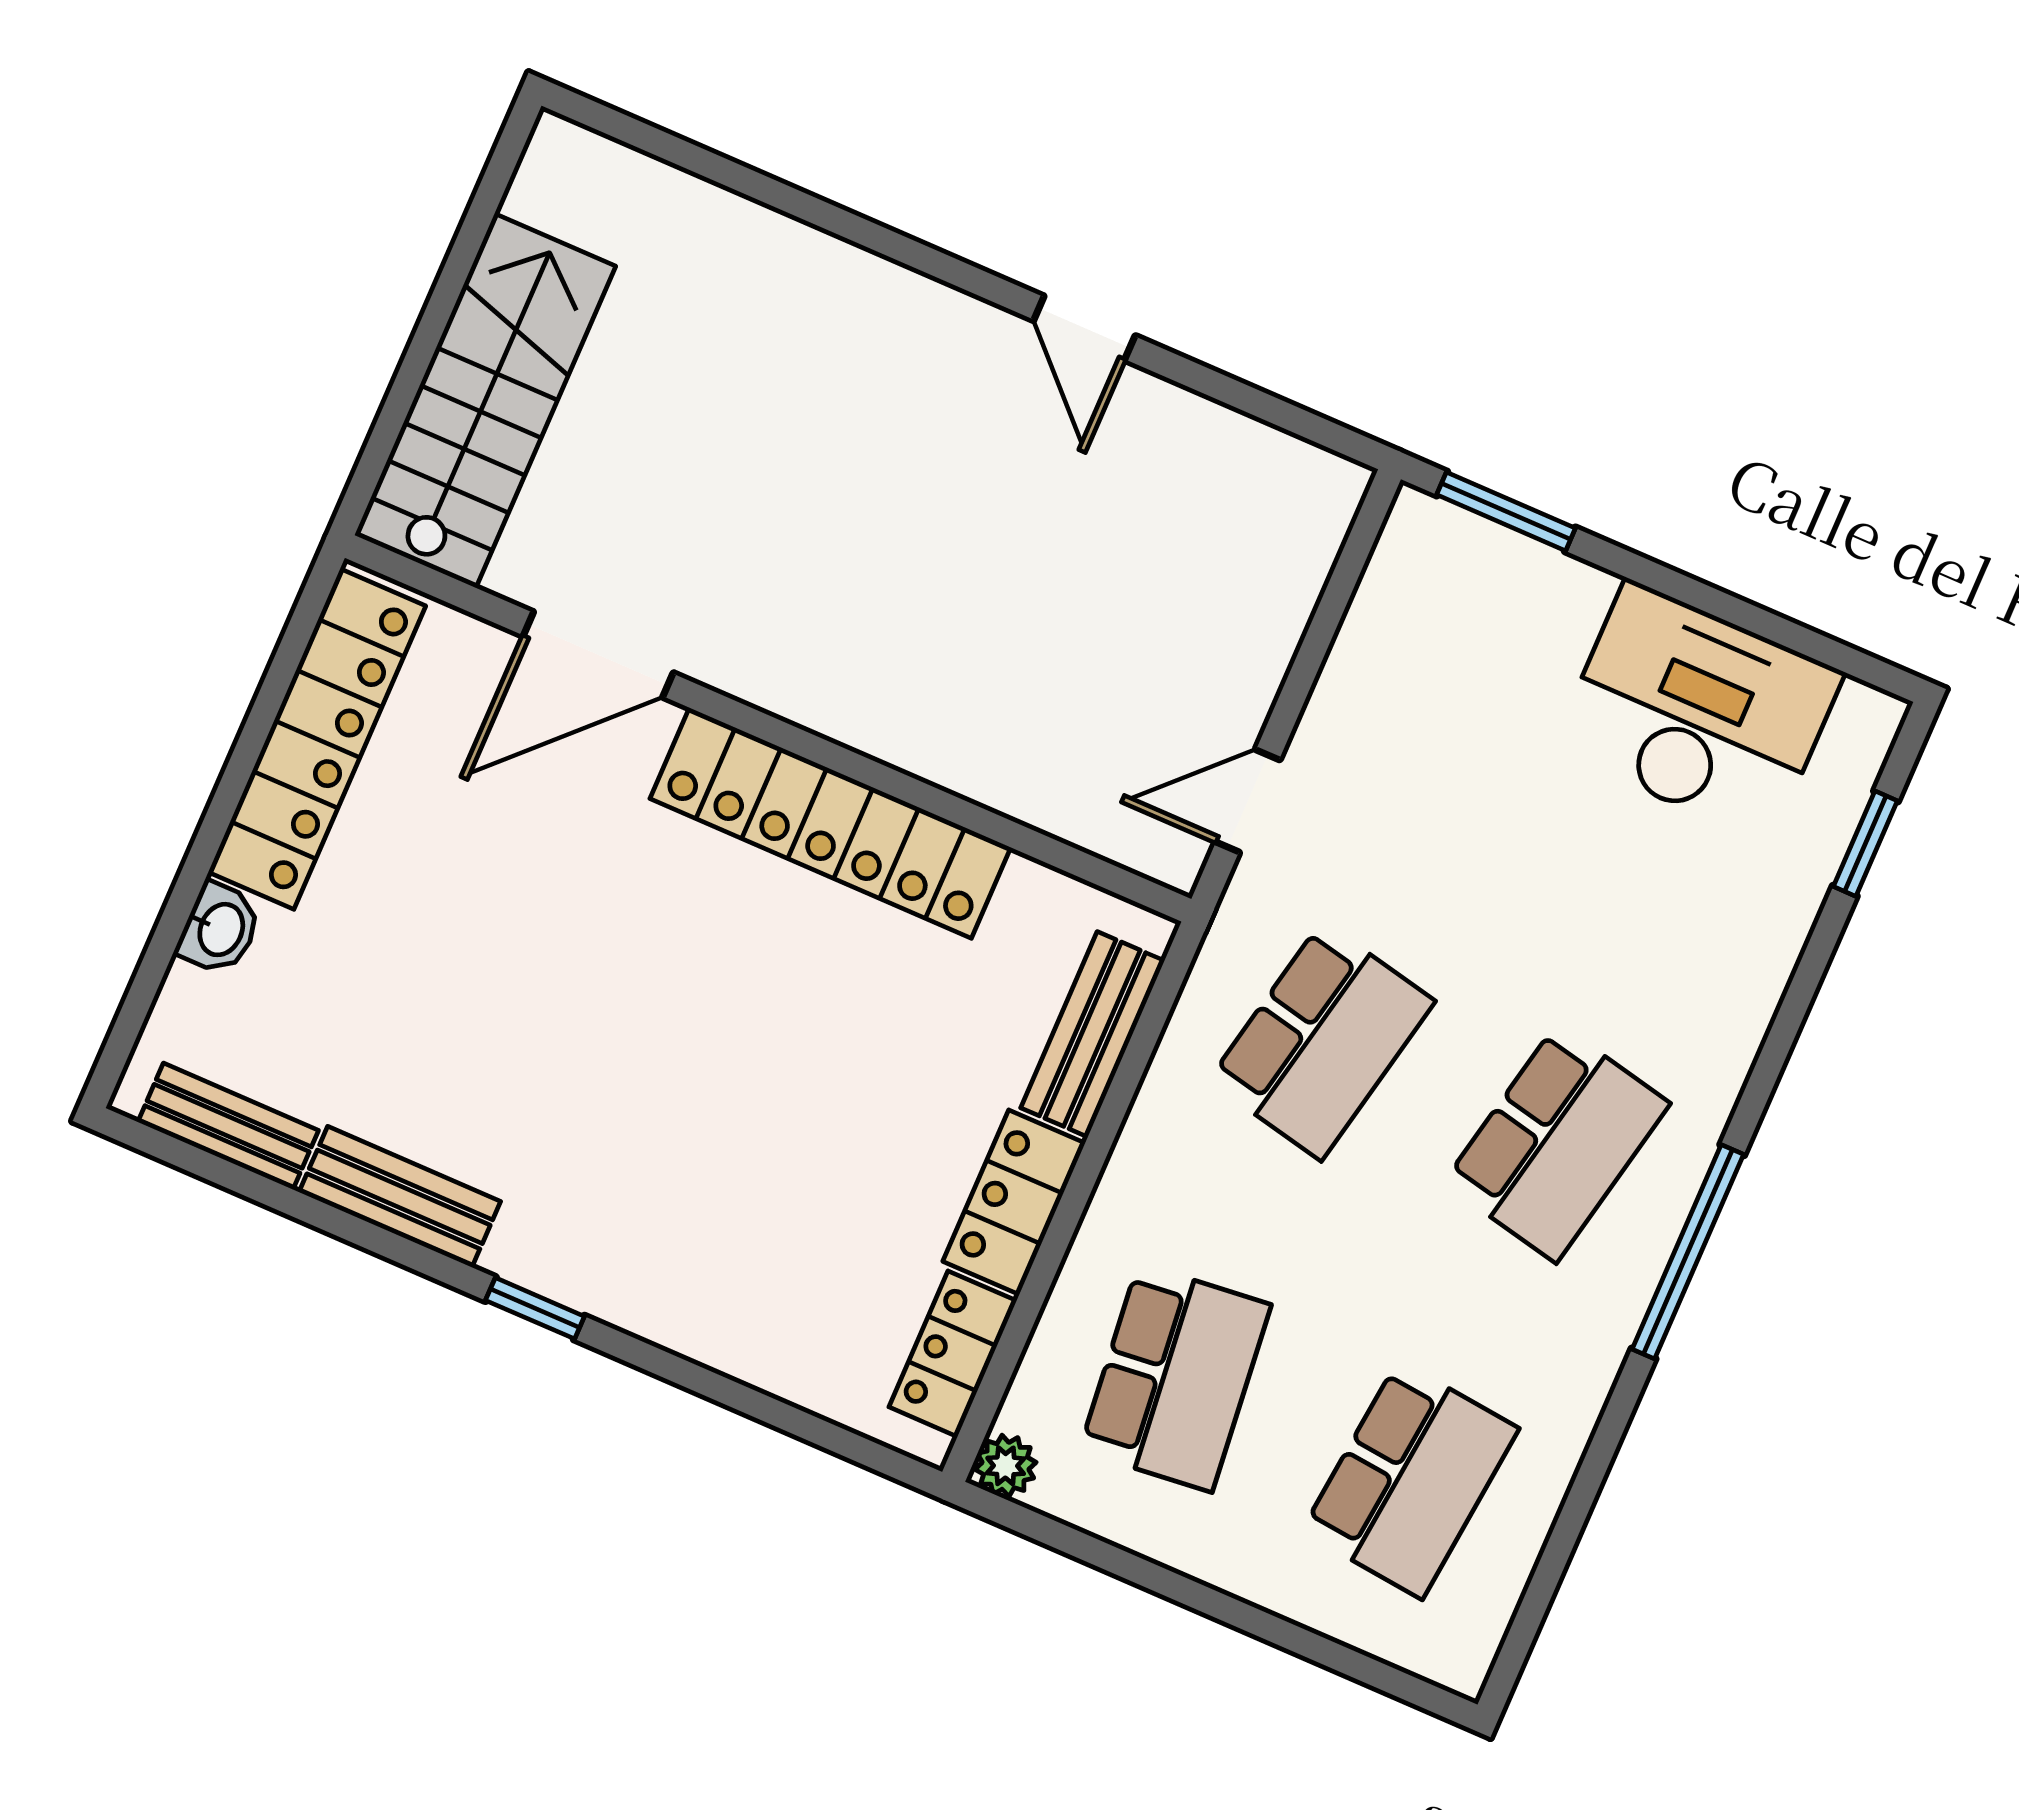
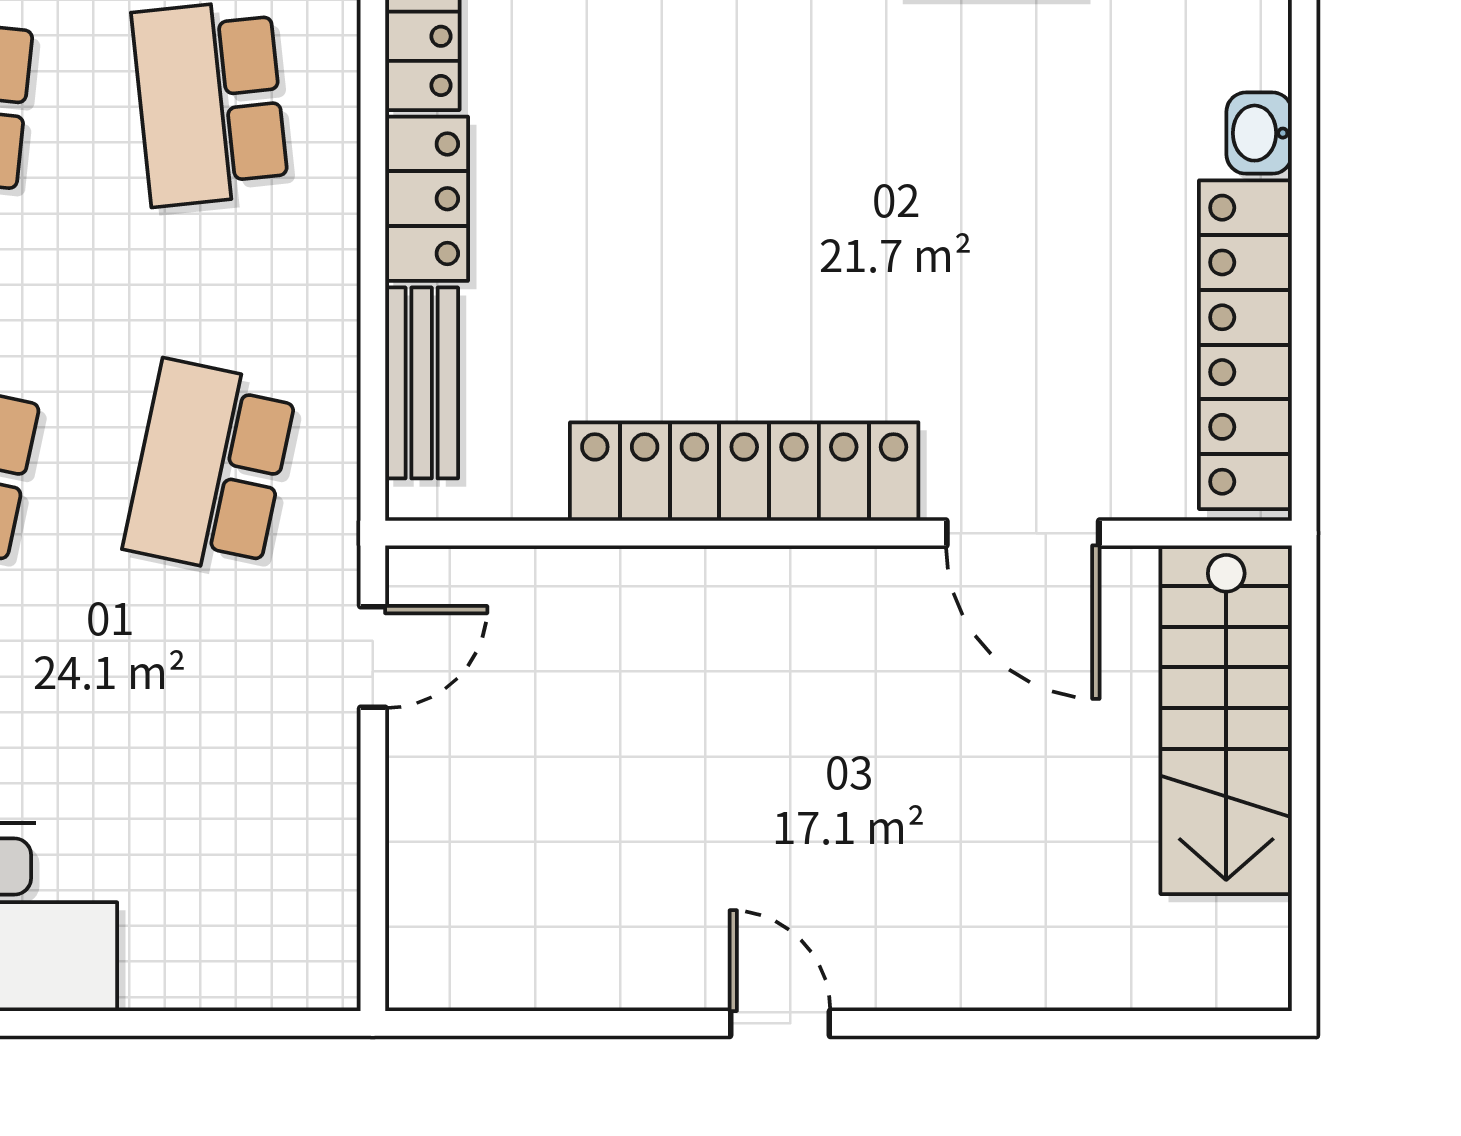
door: (1084, 328) -> (780, 1023), moved
window: (1506, 511) -> (252, 1023), removed
door: (598, 654) -> (1023, 533), swing flipped

